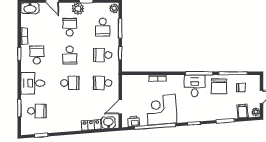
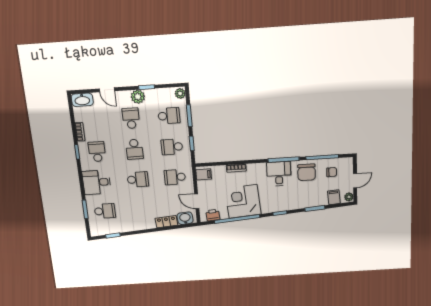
school desk: (103, 27) -> (169, 116), turned -90
filing cabinet: (128, 82) -> (204, 174), added
door: (120, 107) -> (197, 201), hinge flipped

